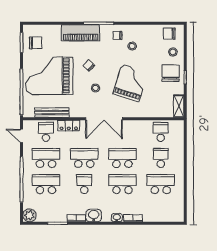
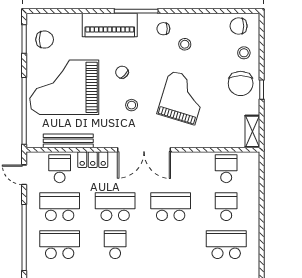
chair: (171, 73) -> (241, 83), turned 180
school desk: (122, 184) -> (171, 245), removed

